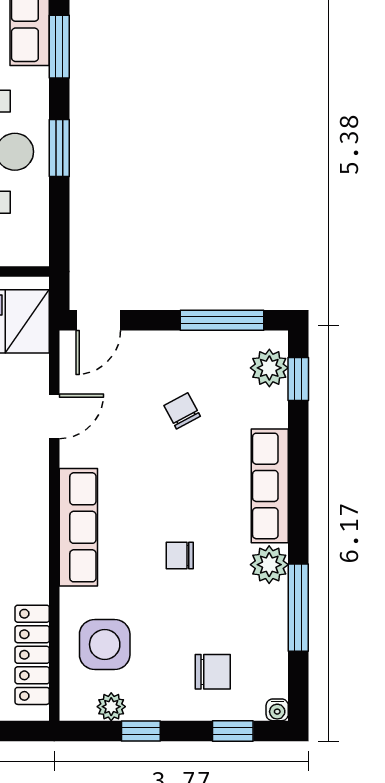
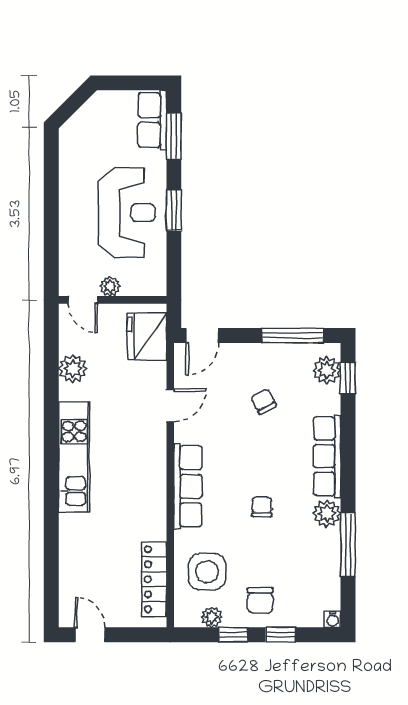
chair: (180, 555) -> (262, 507), turned 90
chair: (213, 672) -> (260, 601), moved, turned 90
window: (233, 731) -> (281, 635), moved

